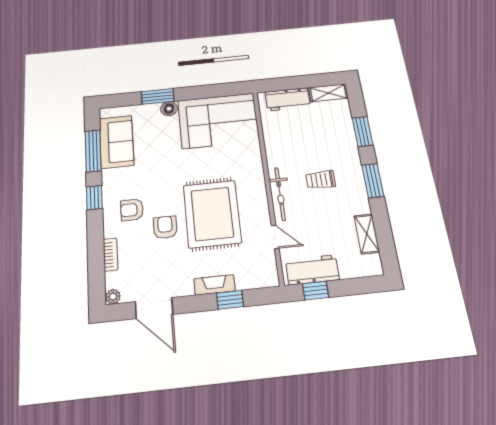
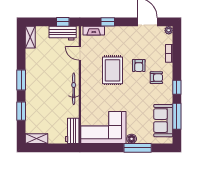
window: (158, 96) -> (138, 148), width x1.44
workbench: (288, 99) -> (72, 131), moved, turned -90
trolley: (321, 180) -> (50, 84), removed
bicycle: (280, 194) -> (74, 89), moved
rug: (212, 214) -> (112, 70), width x0.73, depth x0.69
shelving: (367, 234) -> (30, 37), moved
fireplace: (215, 285) -> (94, 31), moved

